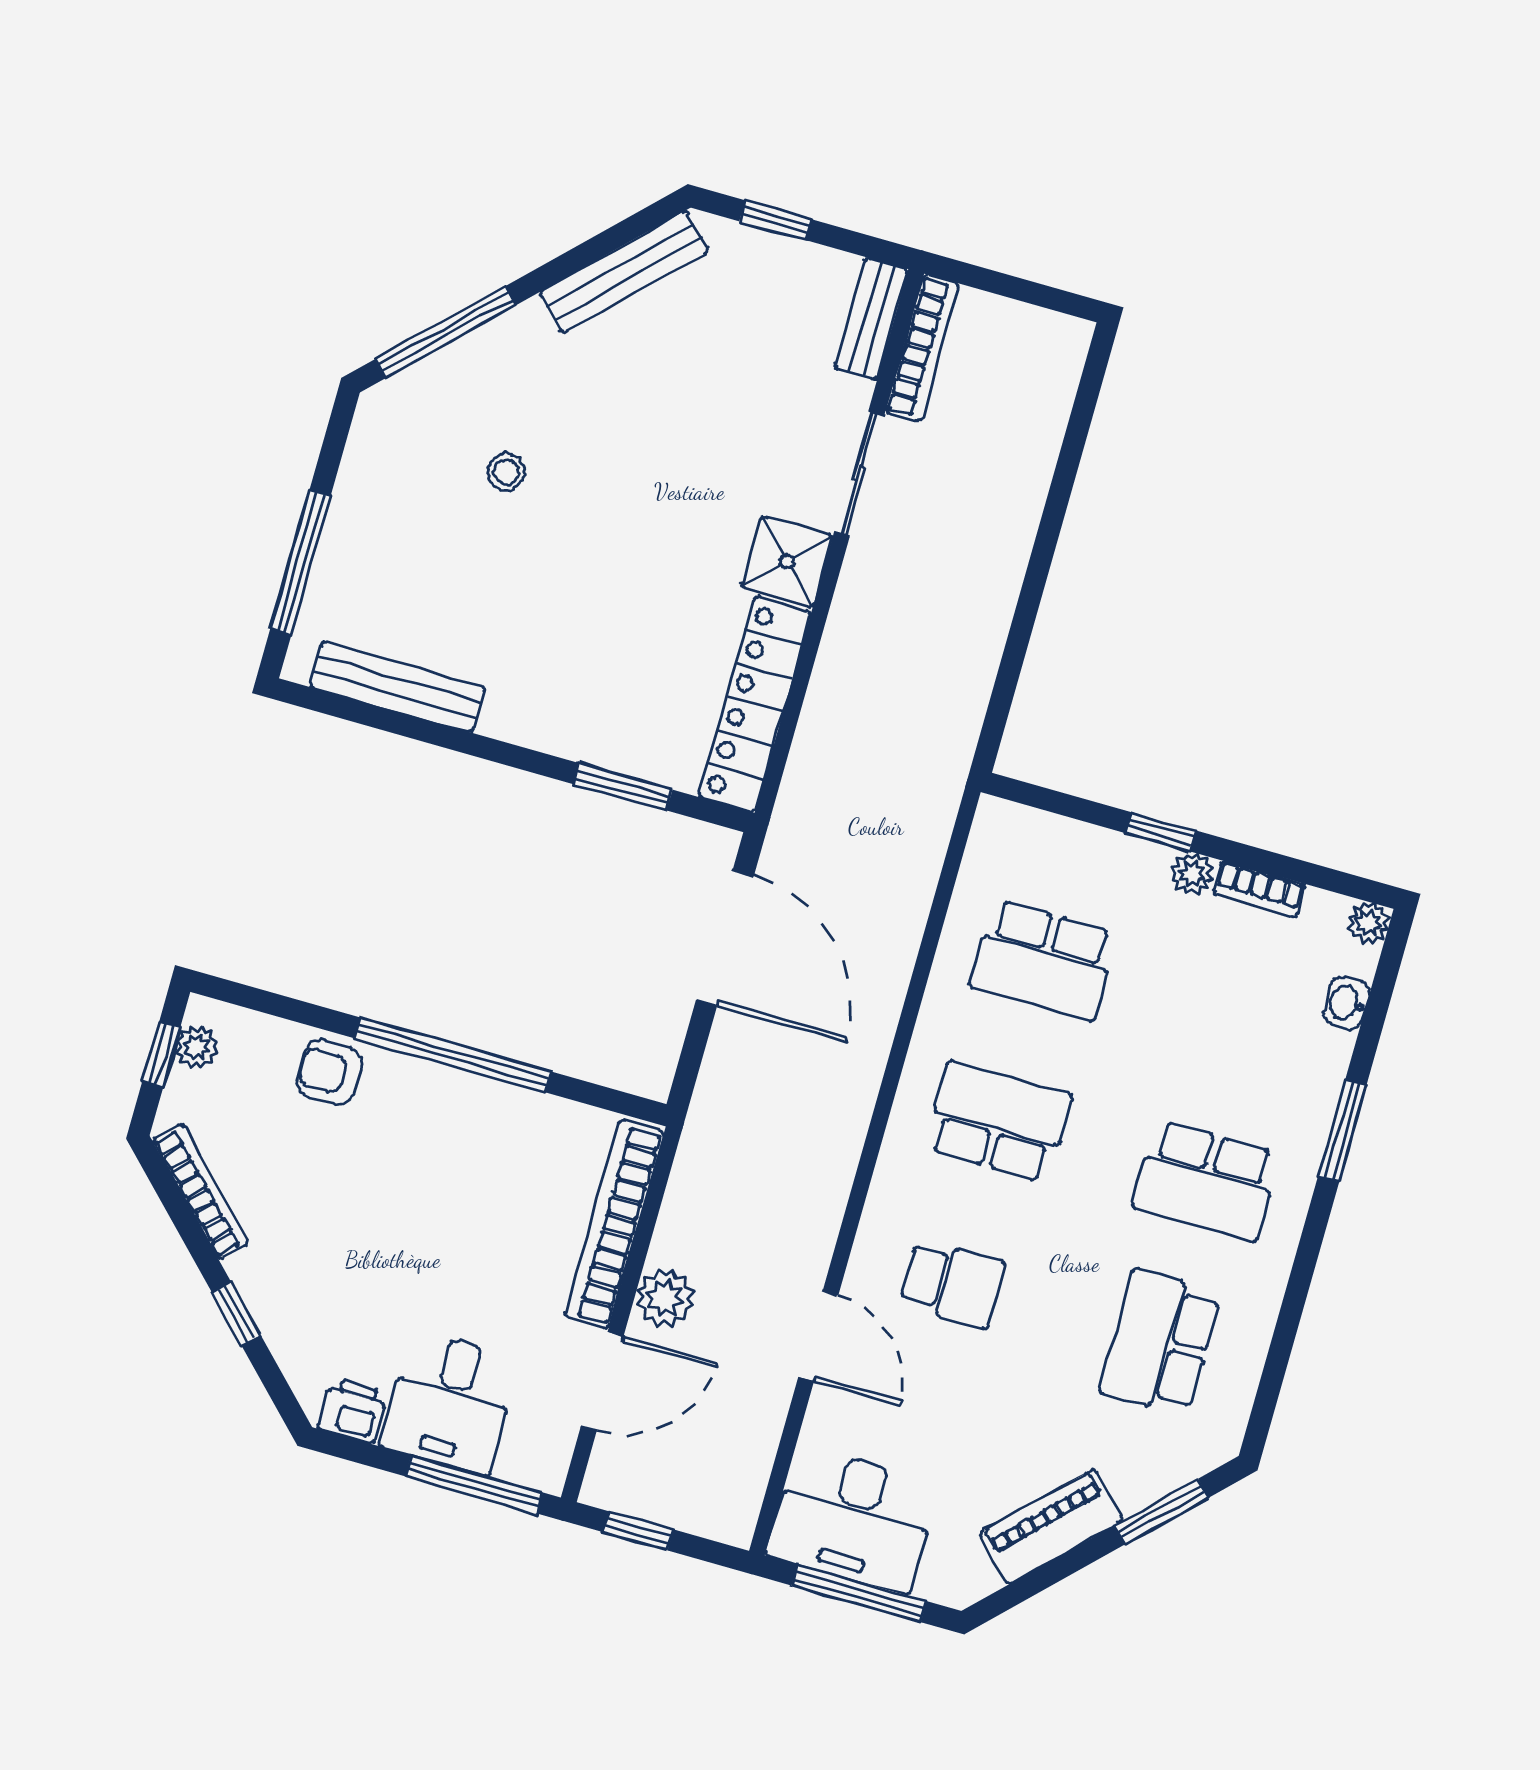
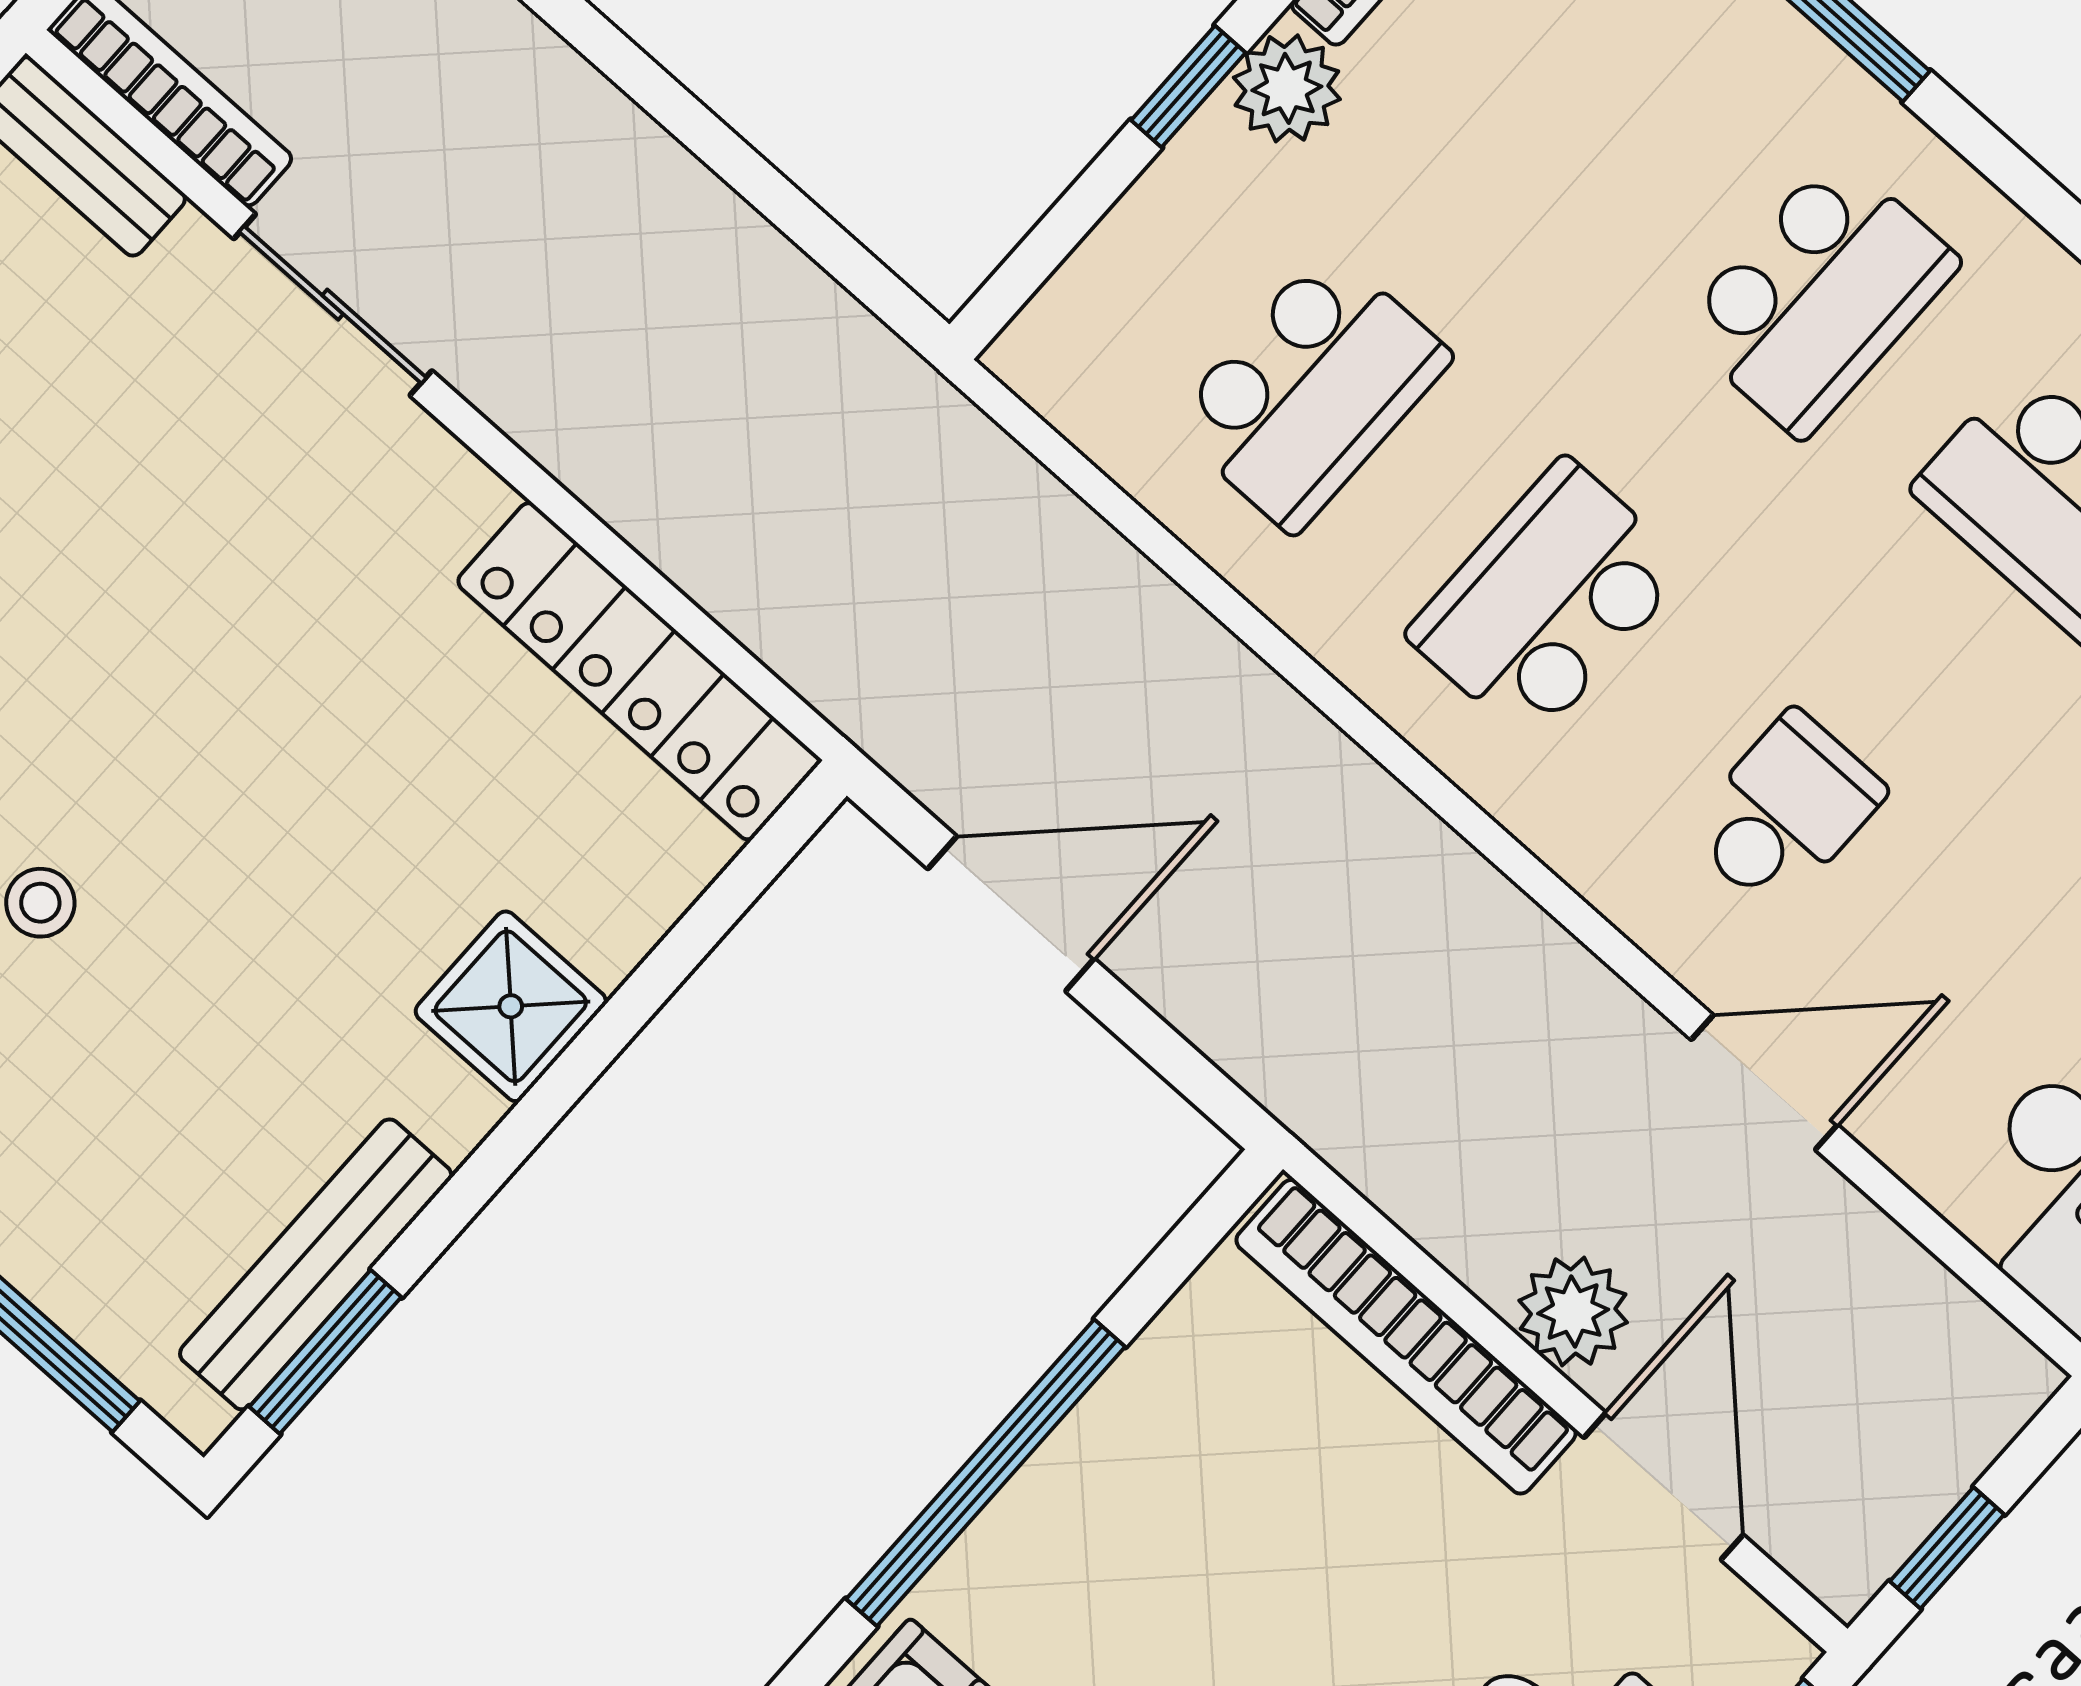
shower: (787, 562) -> (511, 1006), moved
window: (623, 787) -> (325, 1352), moved
plant: (1192, 874) -> (1287, 88), width x1.38, depth x1.38
door: (725, 938) -> (1011, 914), width x0.73

